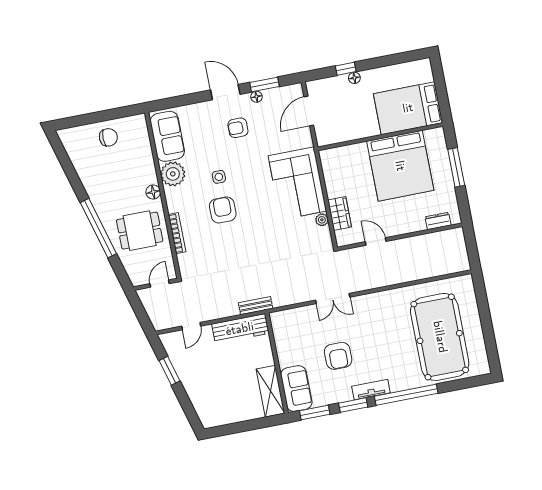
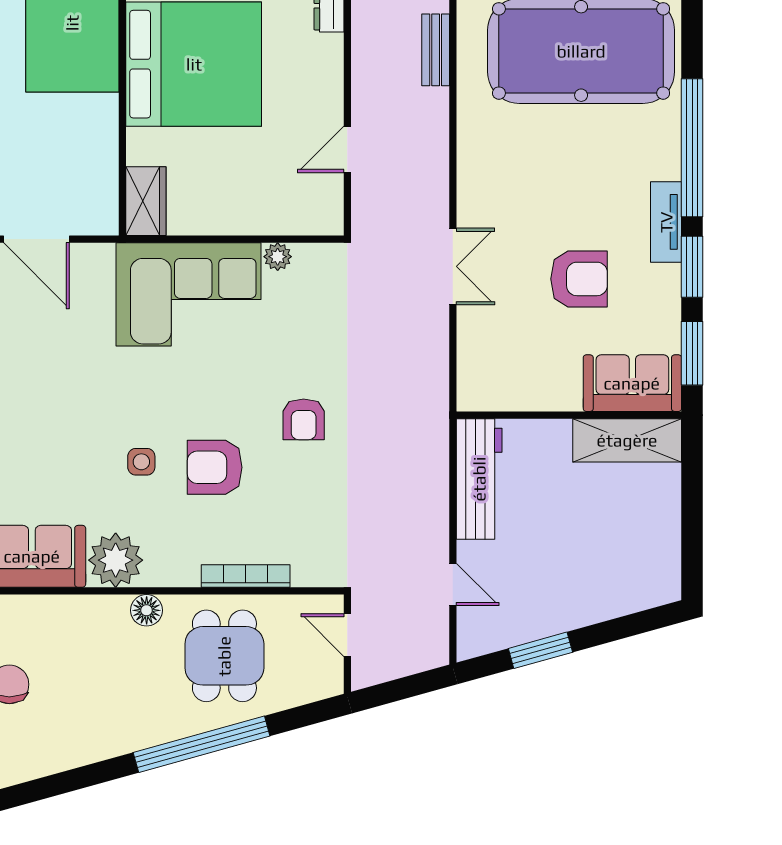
armchair: (238, 128) -> (304, 419), moved
wardrobe: (340, 214) -> (146, 201), moved, turned 90
bench: (256, 306) -> (436, 50), moved

